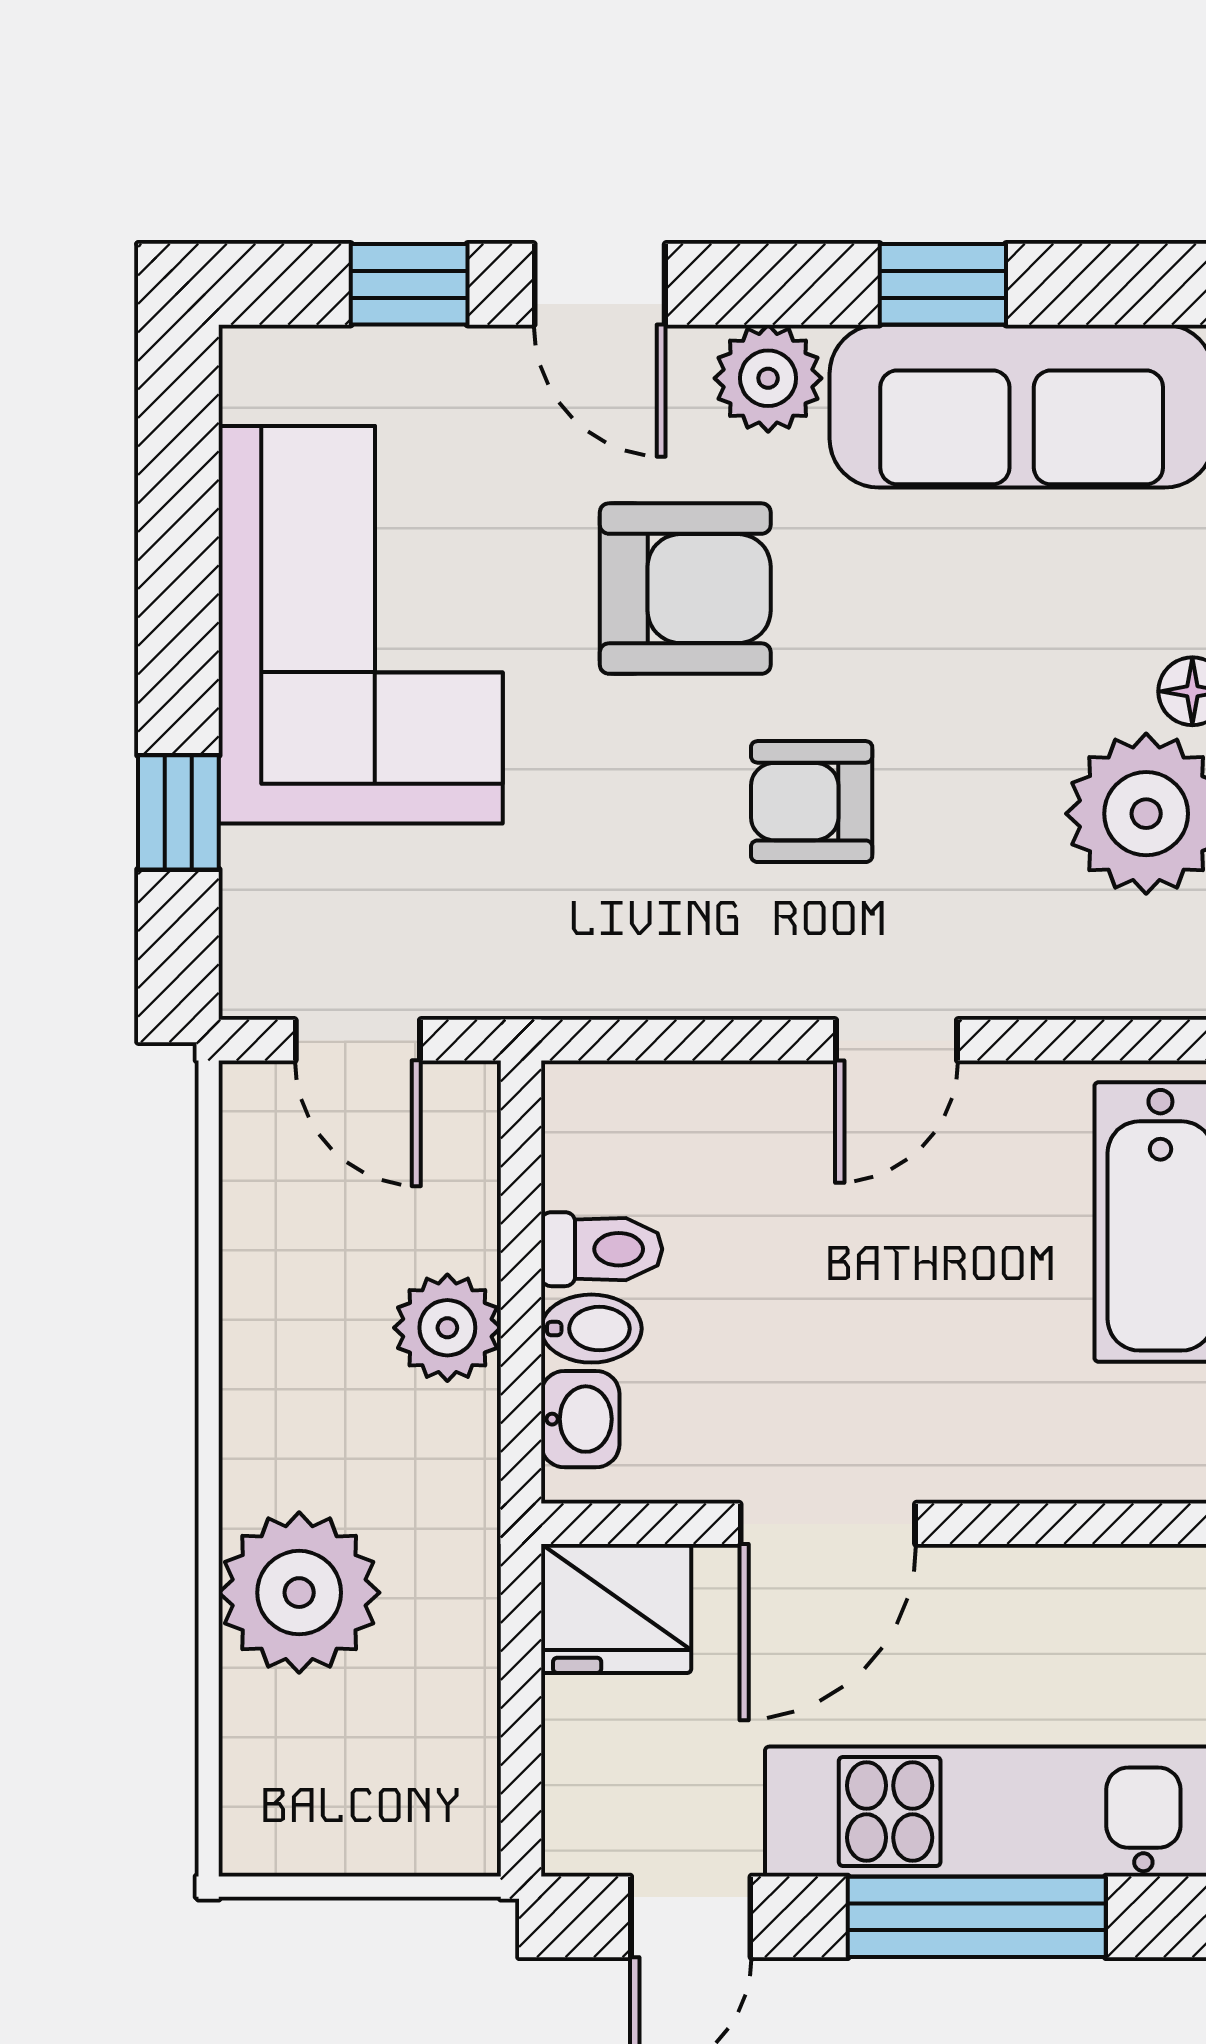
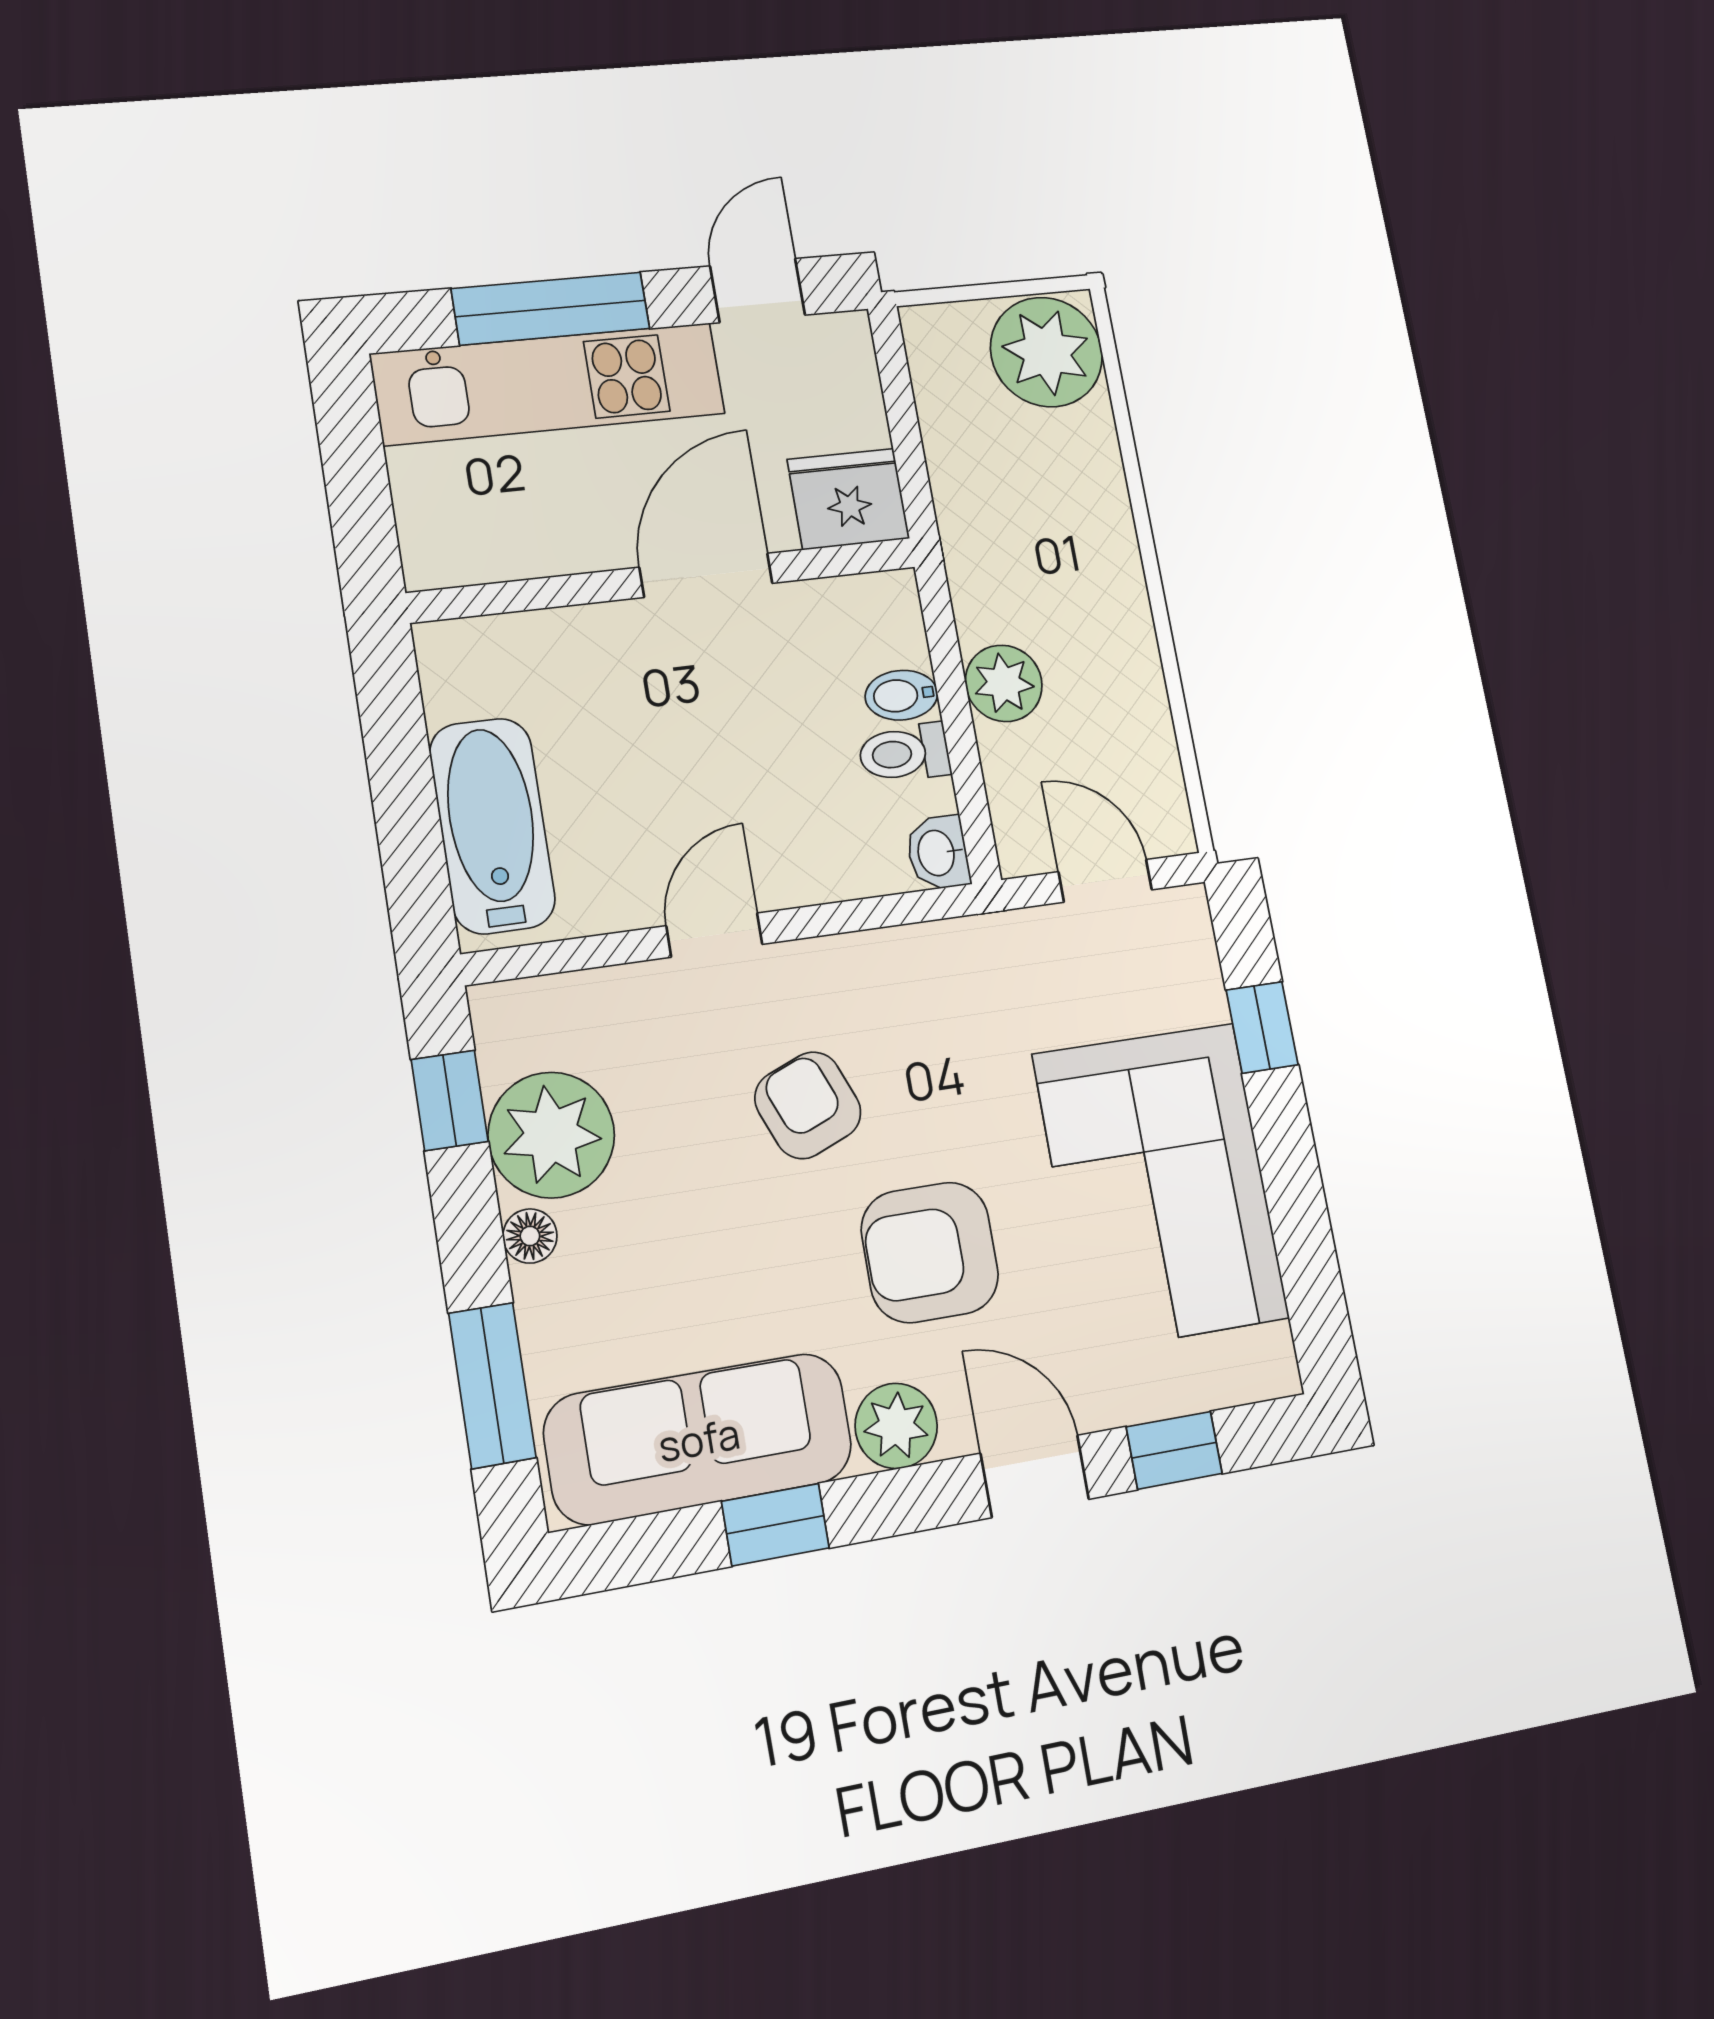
armchair: (812, 802) -> (808, 1105), turned -112
washbasin: (580, 1419) -> (938, 853), moved
plant: (299, 1593) -> (1046, 352), moved

